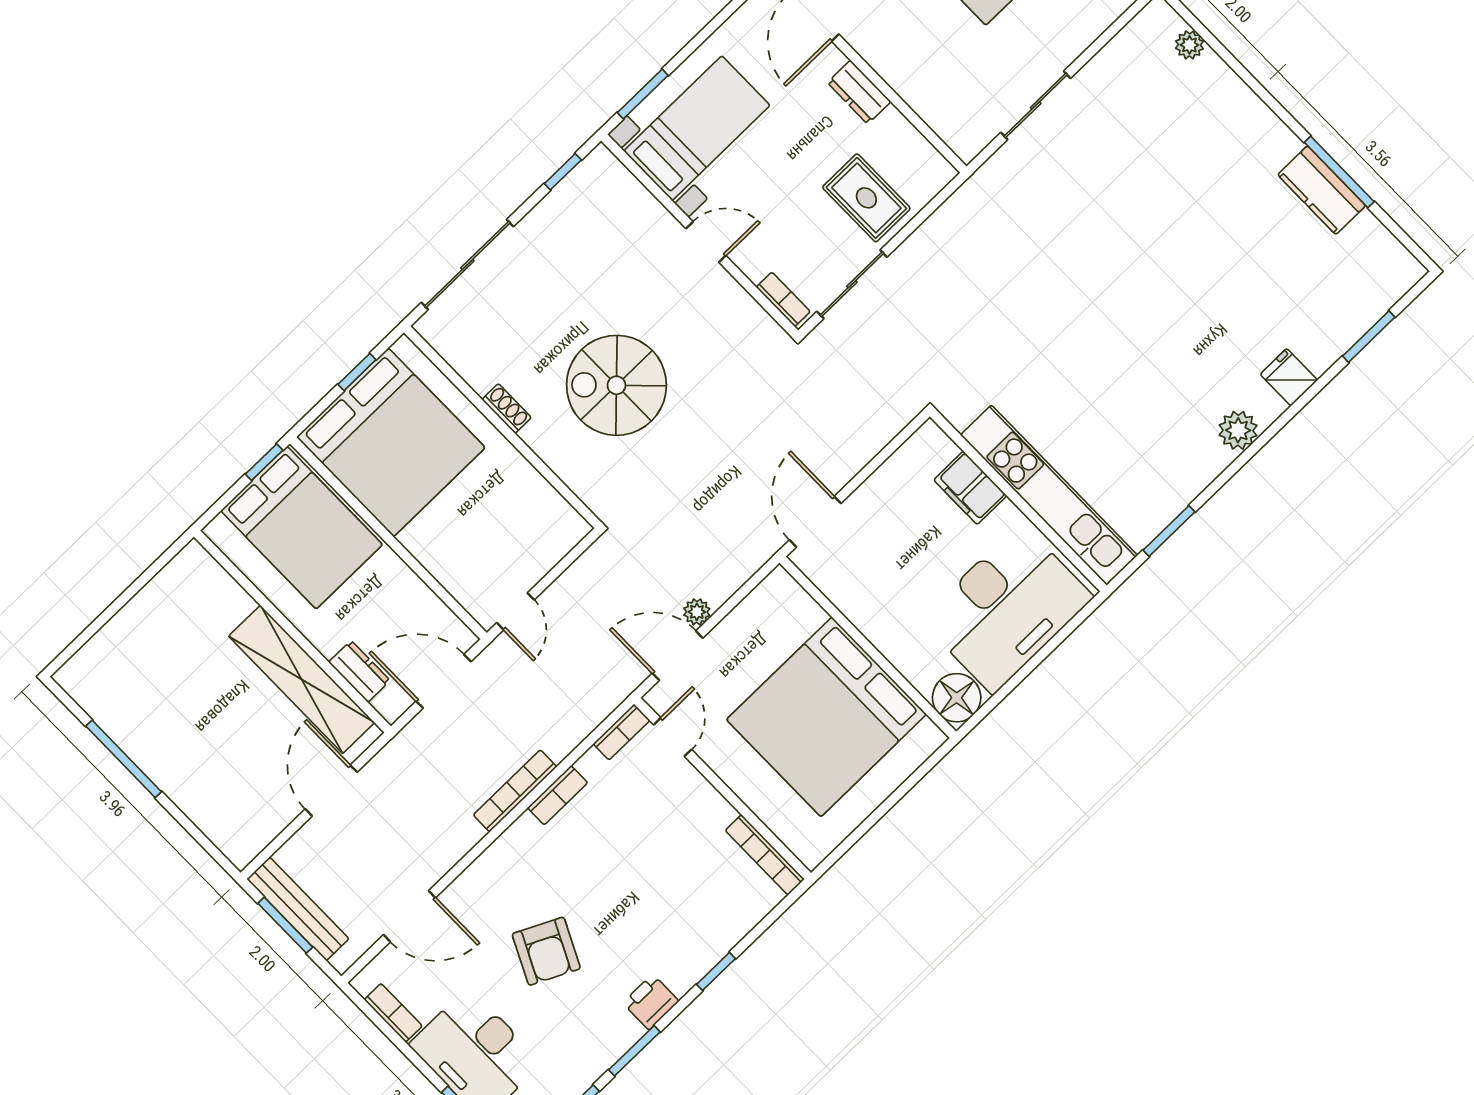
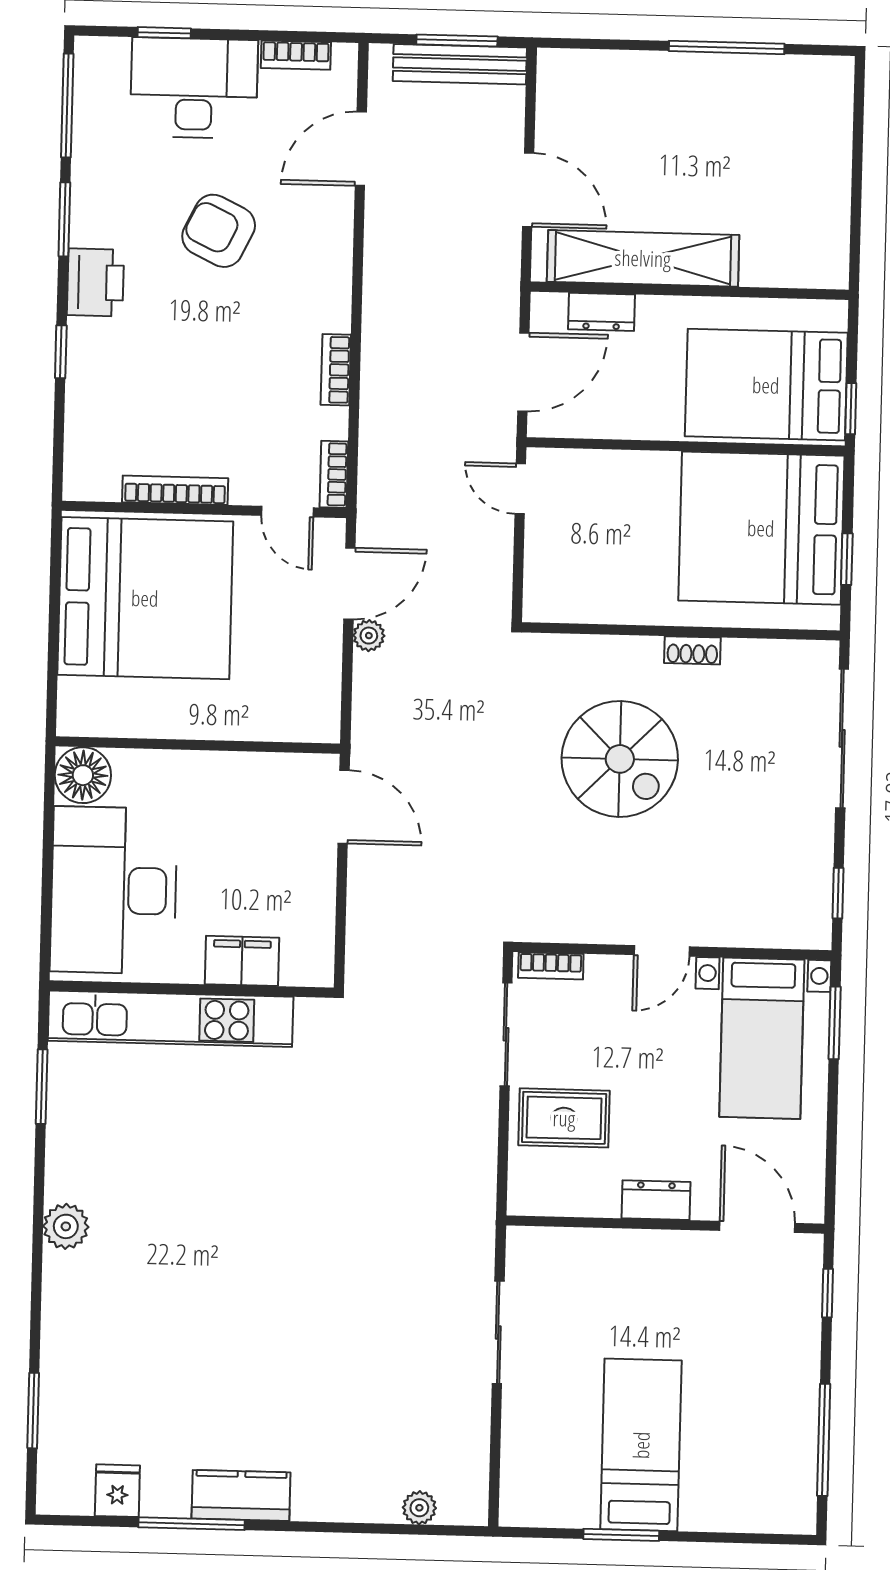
kitchen counter: (1322, 190) -> (241, 1495), moved
fridge: (1289, 377) -> (117, 1491), moved, turned -90
spiral stairs: (616, 385) -> (620, 759), turned 90
bed: (826, 717) -> (145, 598), moved, turned 90
bookcase: (515, 791) -> (375, 339), removed
bookcase: (765, 855) -> (175, 490), moved
printer: (651, 1002) -> (95, 282), width x1.36, depth x1.24

